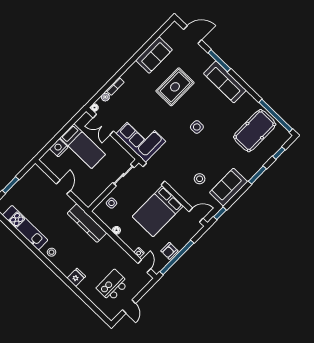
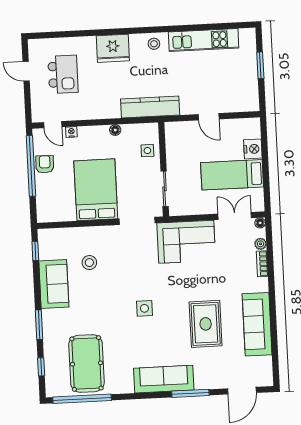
sofa: (154, 55) -> (257, 324), width x1.36
door: (196, 215) -> (56, 225), removed
fridge: (76, 277) -> (113, 48), width x1.88, depth x1.34

